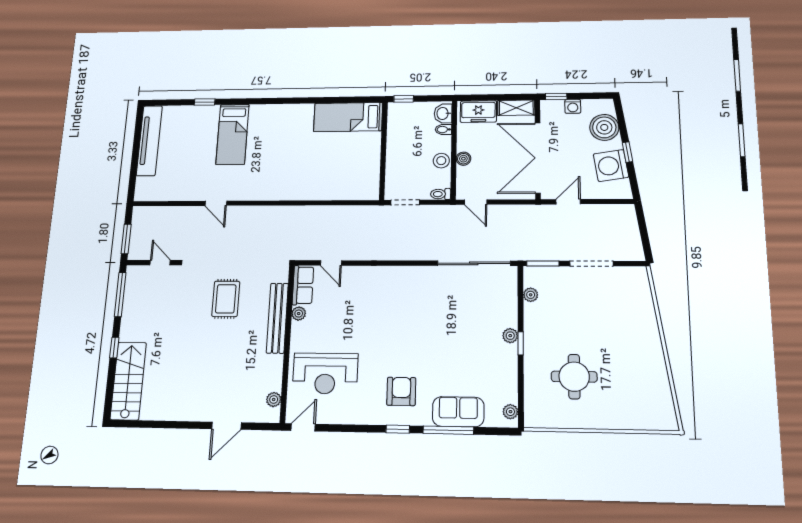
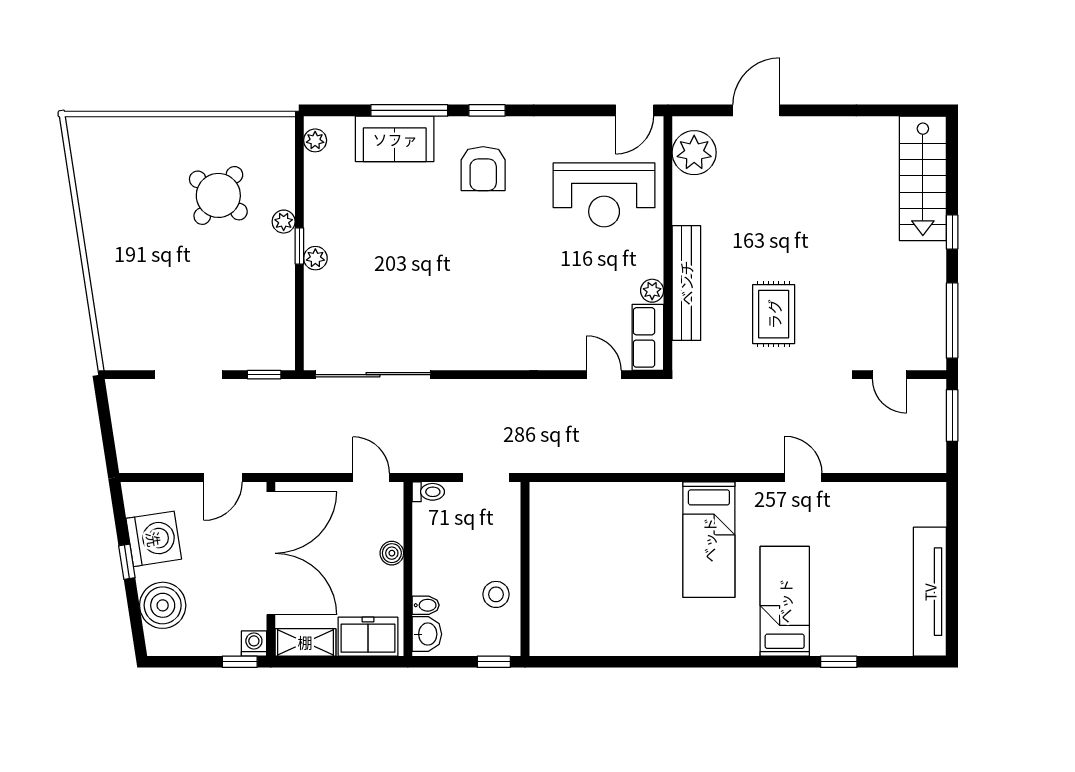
washing machine: (573, 106) -> (254, 643), moved
bed: (348, 117) -> (709, 540), moved, turned 90
stool: (441, 161) -> (496, 594), moved
window: (543, 263) -> (264, 375), width x0.67
plant: (531, 295) -> (284, 222), moved
reception desk: (325, 373) -> (604, 195), turned 180
round table: (574, 377) -> (218, 195), turned 38
plant: (274, 399) -> (694, 153), width x1.88, depth x1.88

